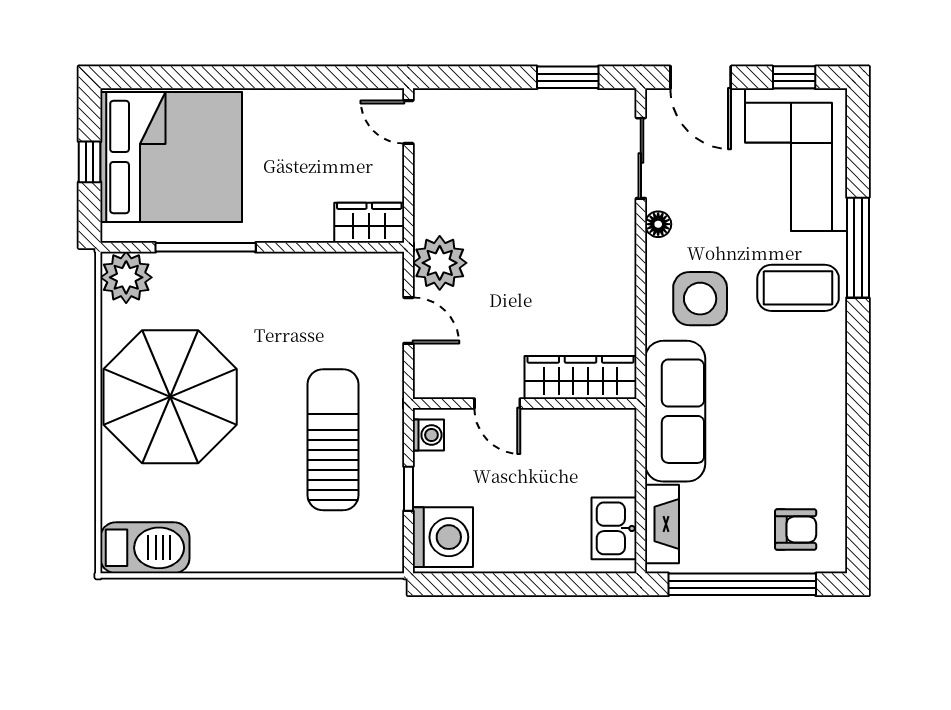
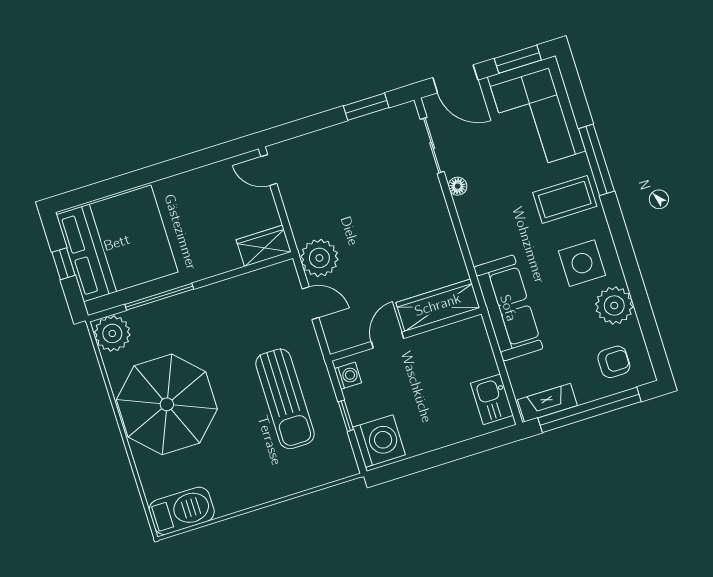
window: (794, 77) -> (518, 59), width x1.50
side table: (700, 299) -> (582, 263), moved
door: (497, 403) -> (387, 340), swing flipped
sun lounger: (333, 440) -> (285, 399), turned 180
plant: (820, 453) -> (614, 305), added
fireplace: (662, 524) -> (547, 403), moved, turned -90

